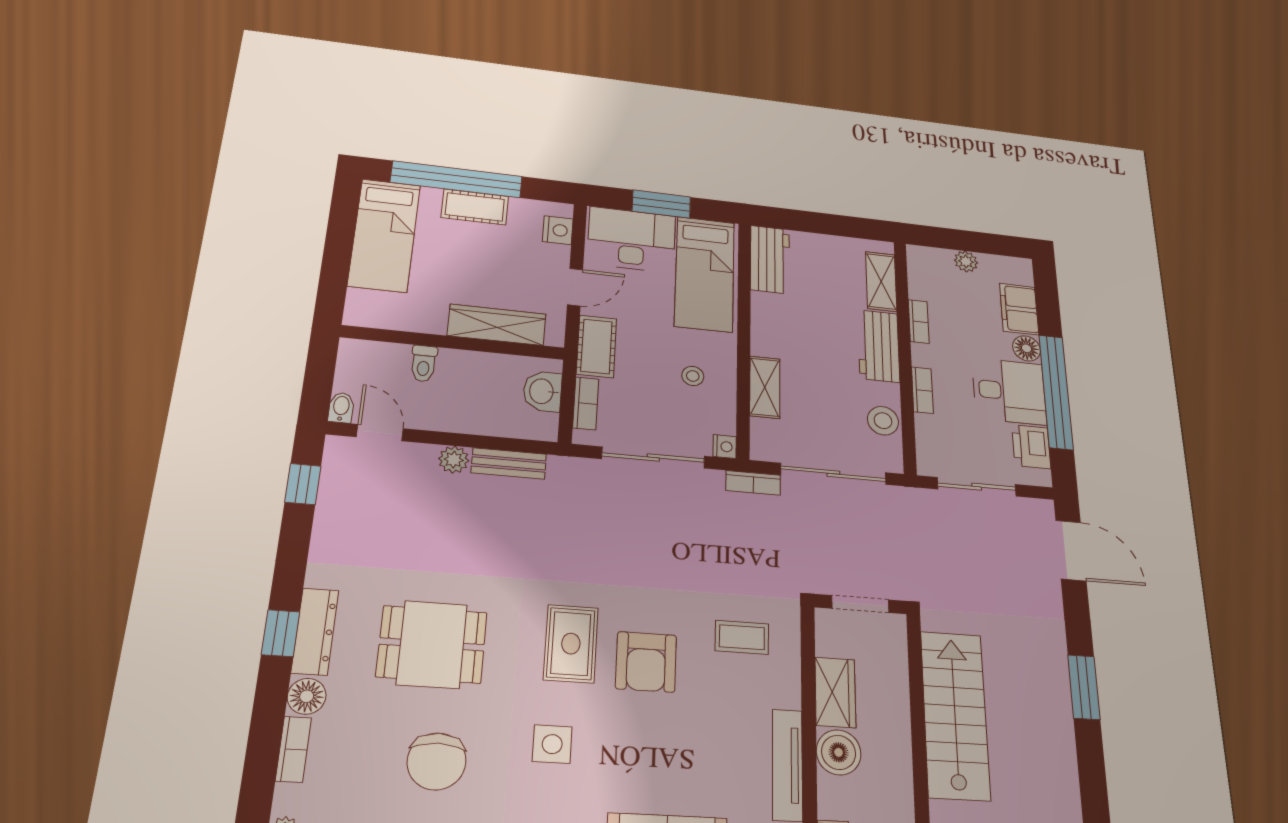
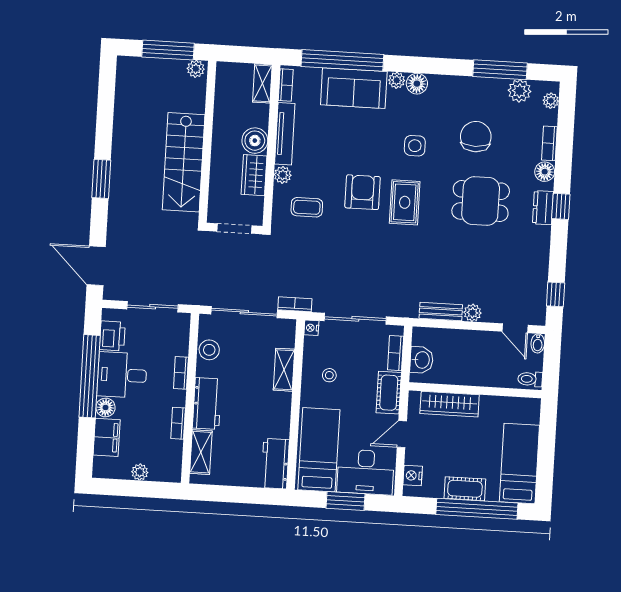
toilet: (424, 363) -> (530, 379), moved, turned -90
dresser: (315, 631) -> (543, 208), width x0.70
plant: (787, 692) -> (283, 175), added

